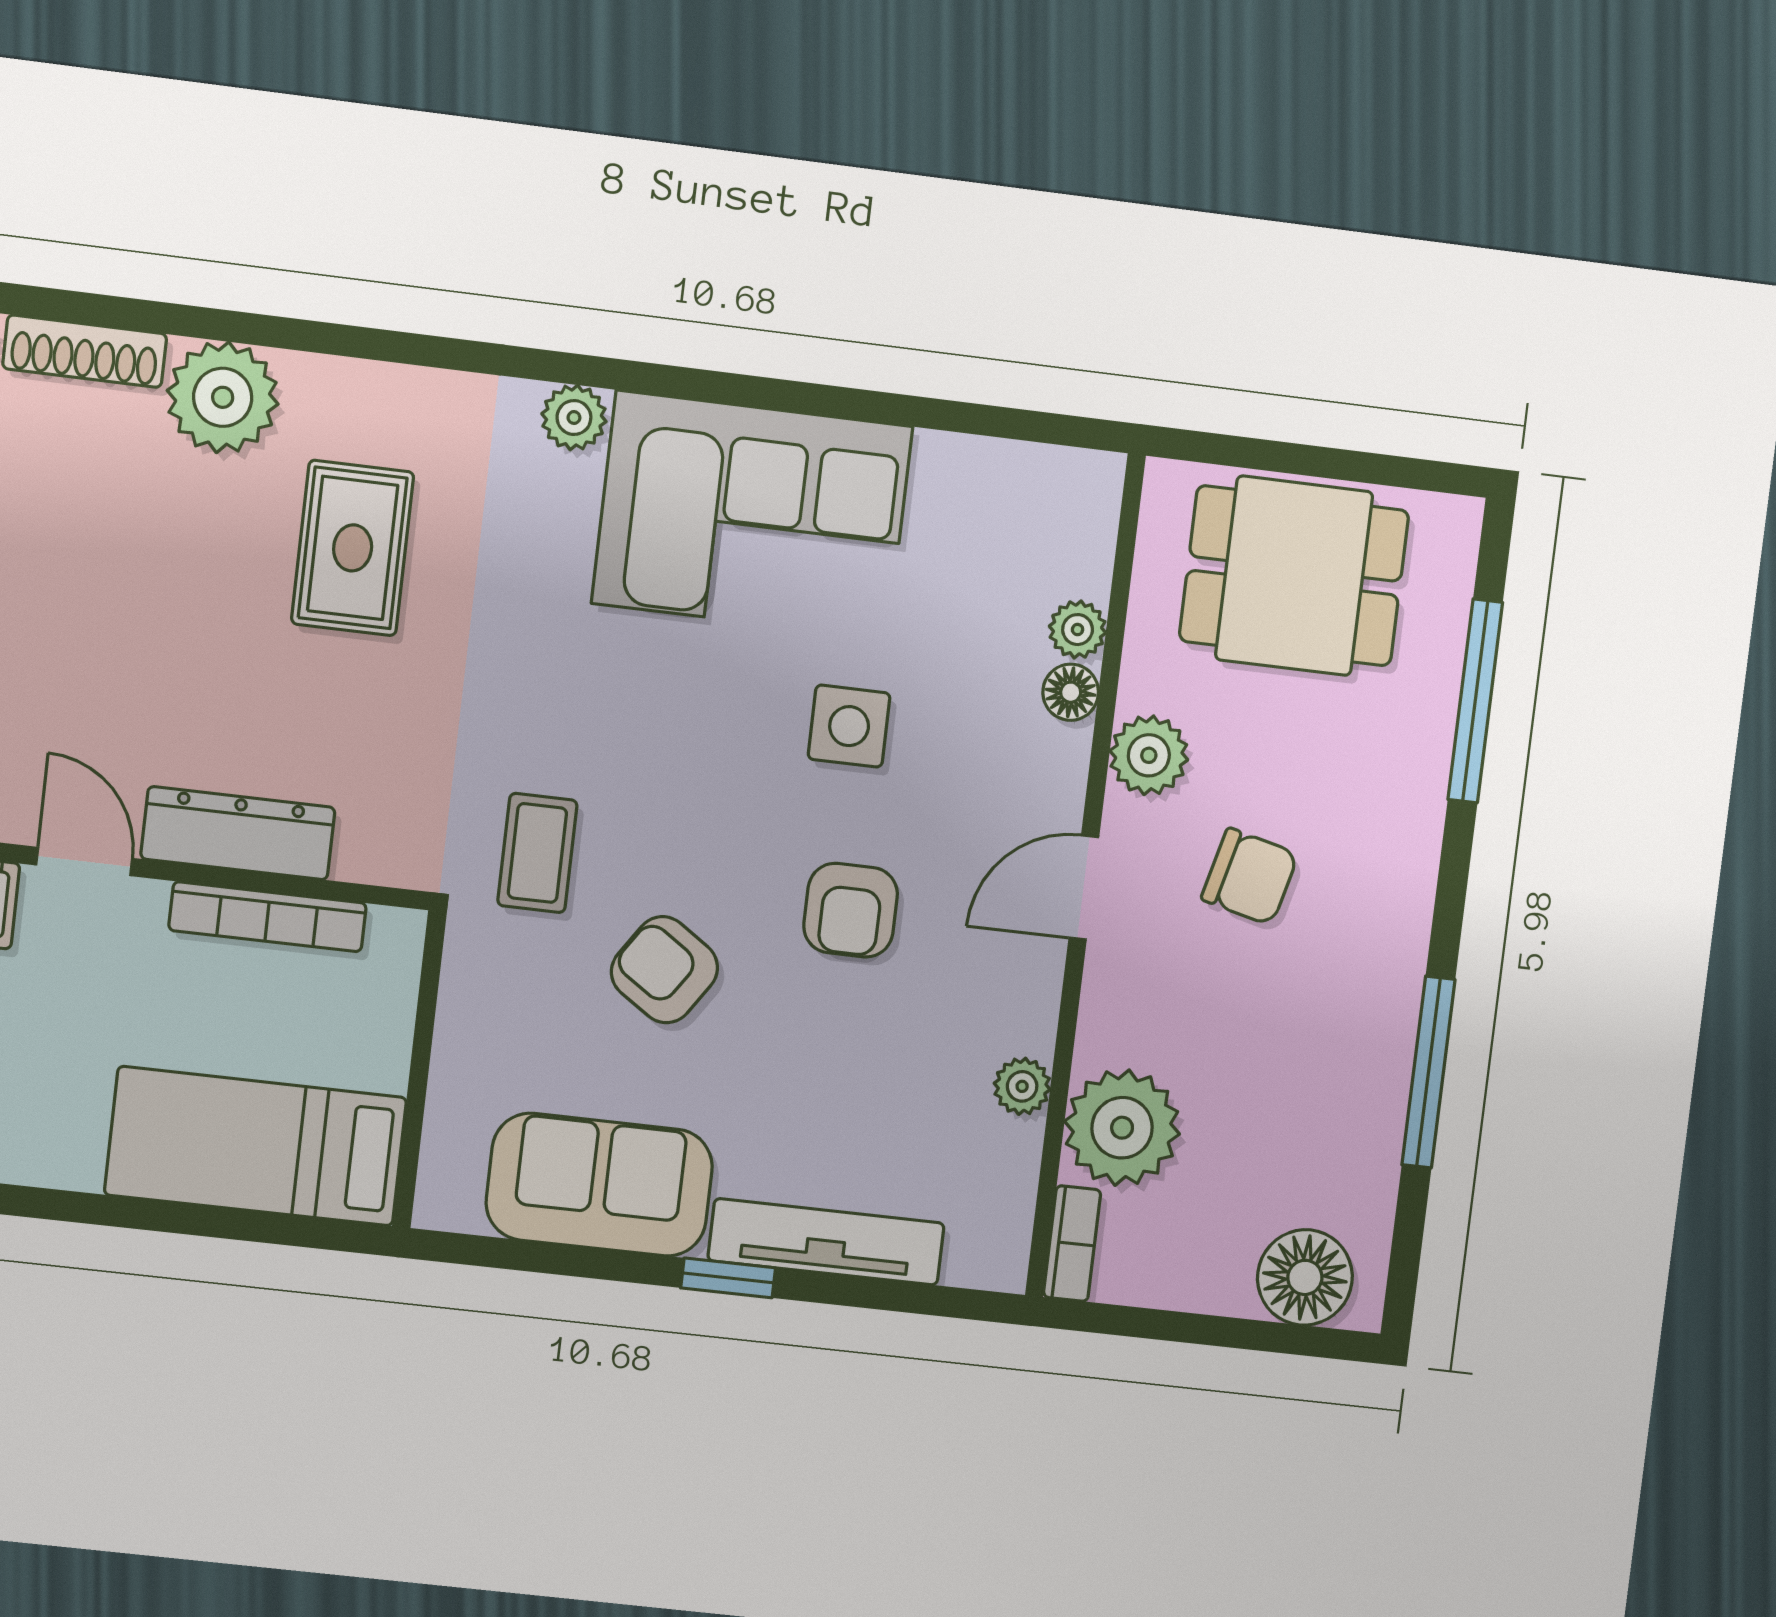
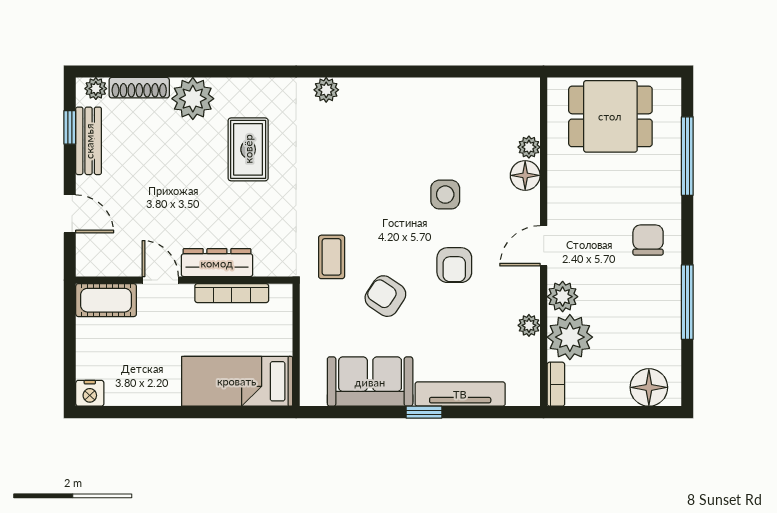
corner sofa: (752, 515) -> (398, 118), removed
floor lamp: (1071, 692) -> (525, 175), width x1.37, depth x1.37
plant: (1149, 755) -> (563, 297), moved
chair: (1250, 877) -> (648, 240), moved, turned -104

